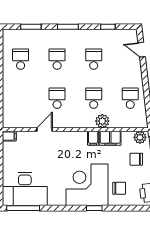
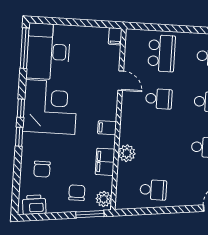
school desk: (94, 98) -> (162, 53), moved, width x1.85
filing cabinet: (93, 138) -> (107, 128), moved
corner desk: (87, 185) -> (50, 107), moved
window: (71, 208) -> (21, 108), added

